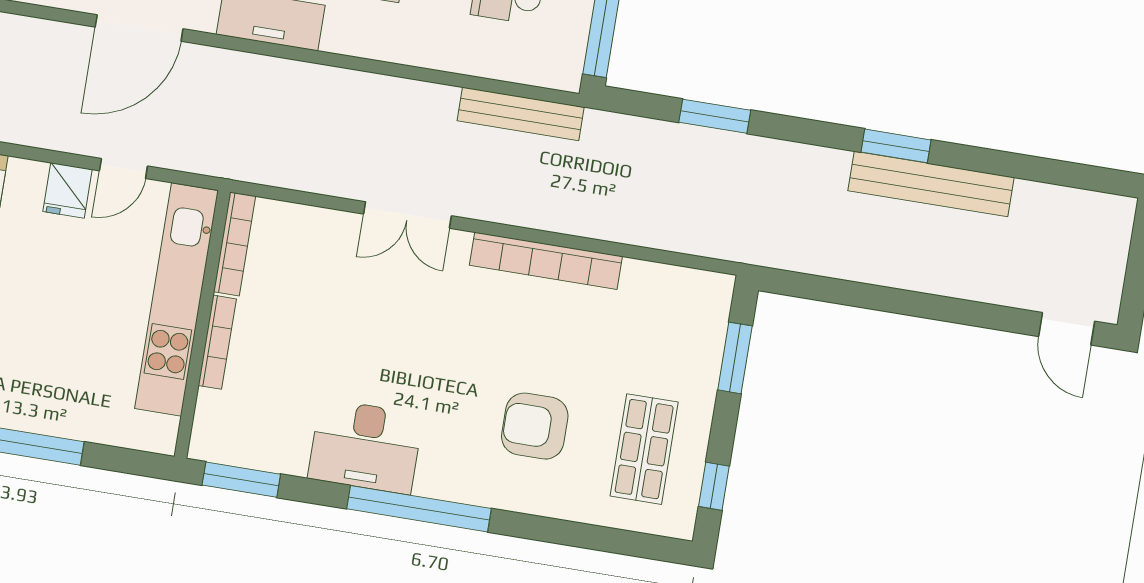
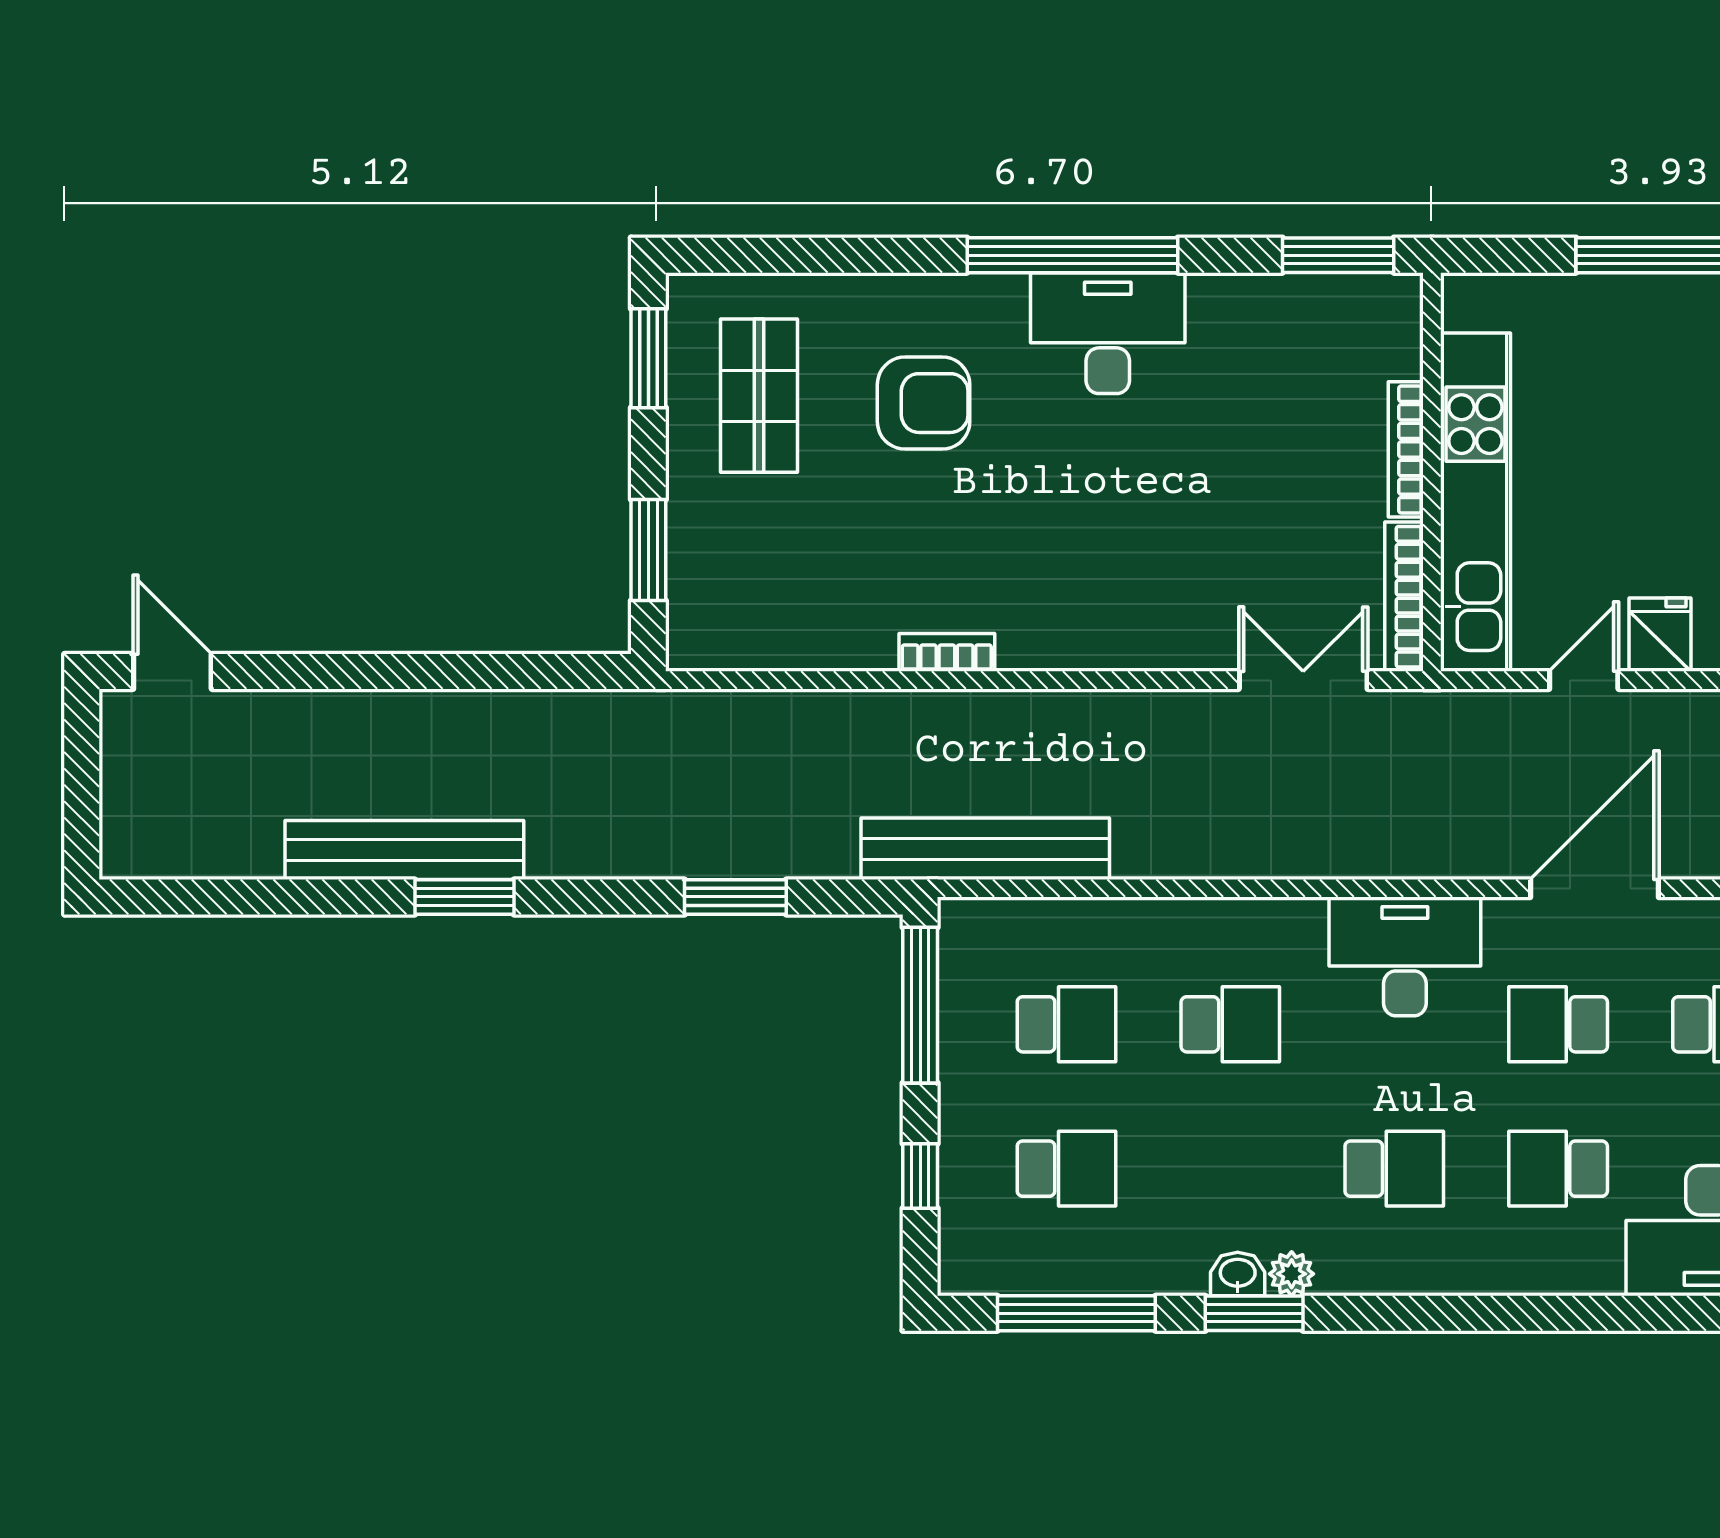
bench: (521, 114) -> (985, 849), width x1.37, depth x1.21
double door: (407, 215) -> (1303, 680), moved
bookcase: (546, 261) -> (947, 652), width x0.43, depth x0.76
desk: (365, 446) -> (1108, 333), moved
window: (714, 486) -> (648, 358), width x1.50

